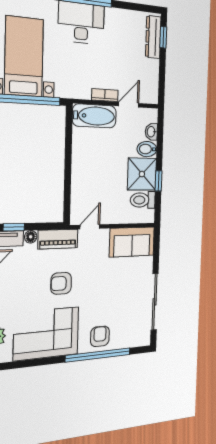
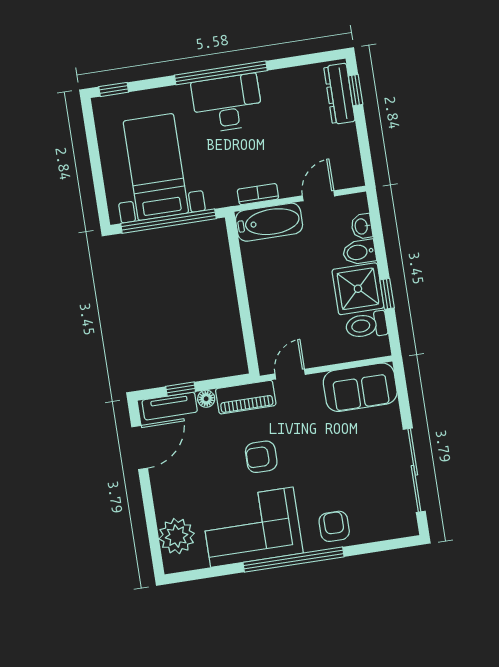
bookcase: (105, 95) -> (258, 194), moved
window: (98, 355) -> (293, 560), moved

